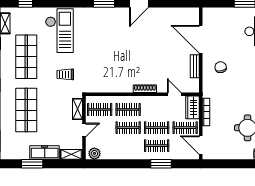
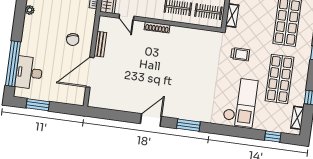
checkout: (59, 31) -> (240, 102), turned 180
door: (201, 39) -> (90, 72), swing flipped

